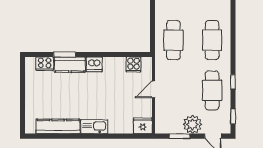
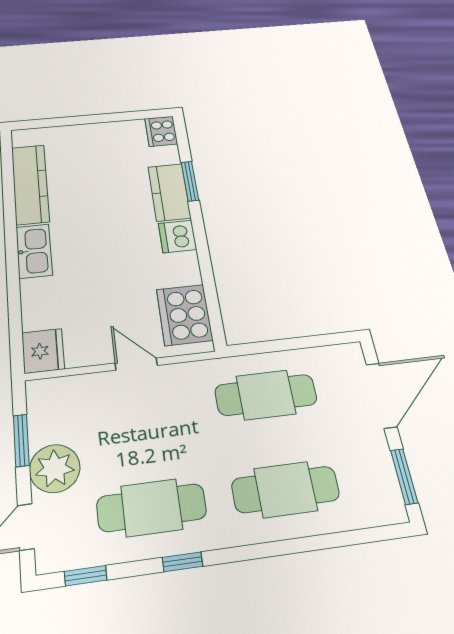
cooker: (45, 64) -> (161, 131), moved
cooker: (133, 65) -> (185, 315), width x1.87, depth x1.31

